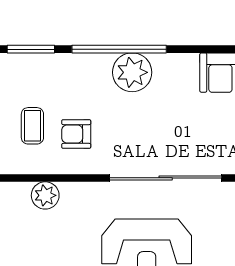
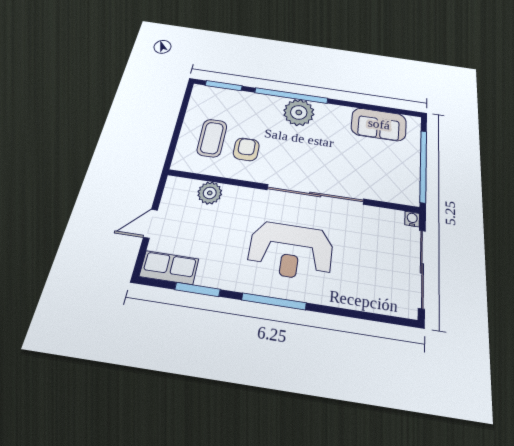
coffee table: (32, 126) -> (212, 138), width x1.36, depth x1.30
armchair: (76, 134) -> (246, 149), turned 90

